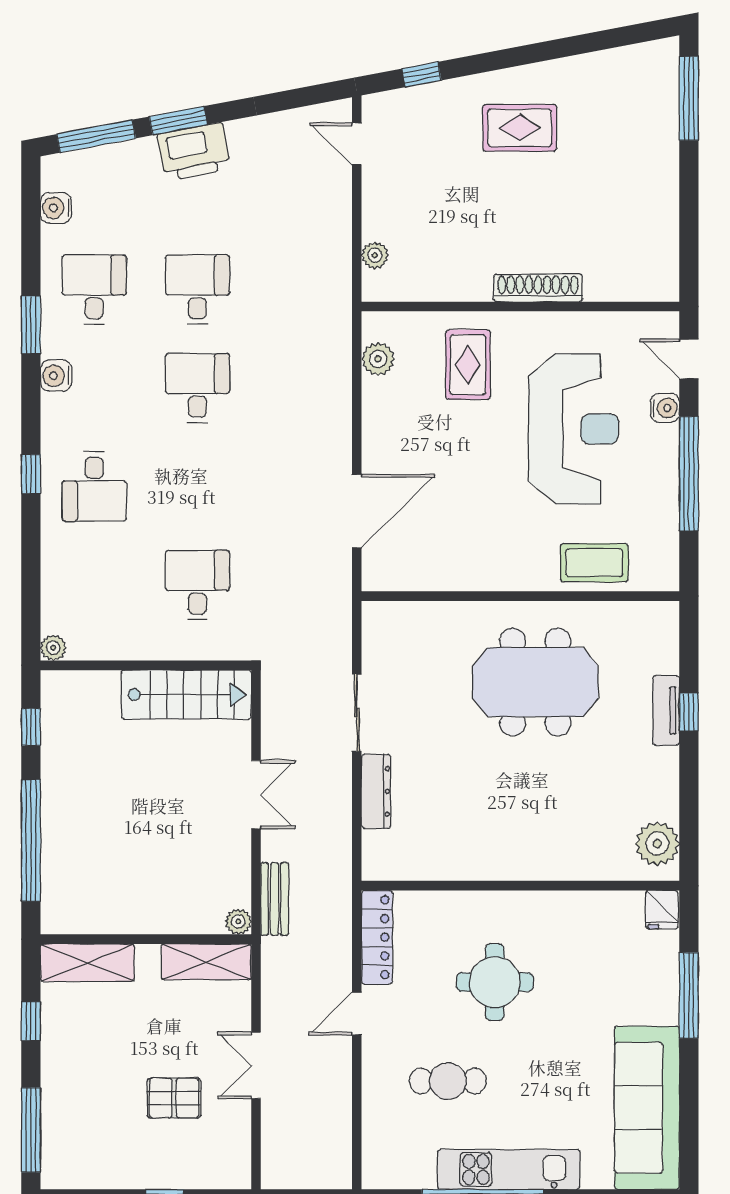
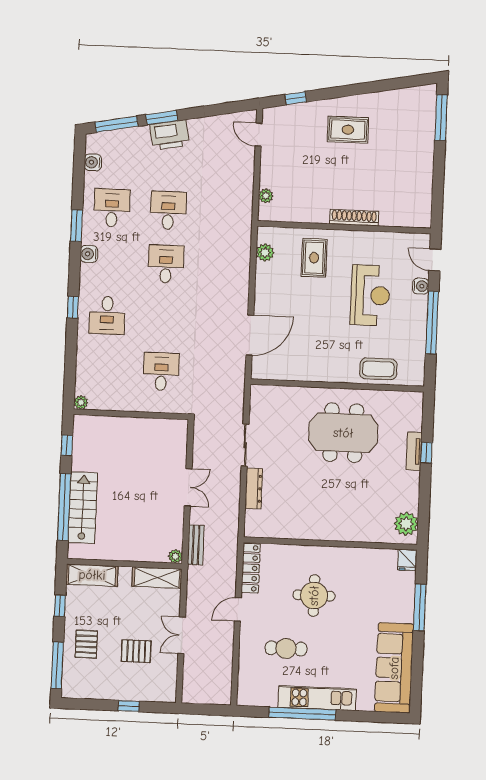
reception desk: (574, 429) -> (370, 295), width x0.74, depth x0.77
stairs: (186, 695) -> (83, 508), moved, turned -90
pallet: (82, 1089) -> (86, 644), added

